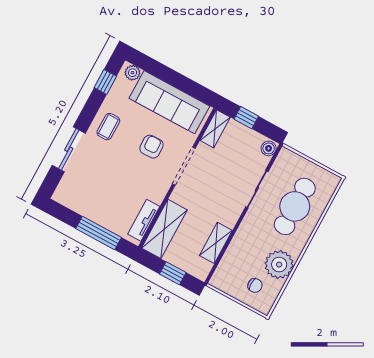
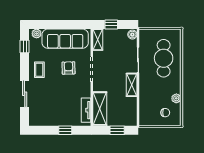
window: (99, 233) -> (65, 130), width x0.46
shelving: (216, 243) -> (132, 85), moved
plant: (279, 265) -> (176, 98), width x0.53, depth x0.53

